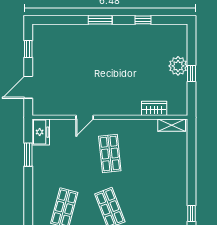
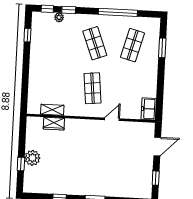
window: (191, 74) -> (21, 164), moved
shelving: (172, 125) -> (52, 110), moved
window: (28, 155) -> (162, 48), moved

